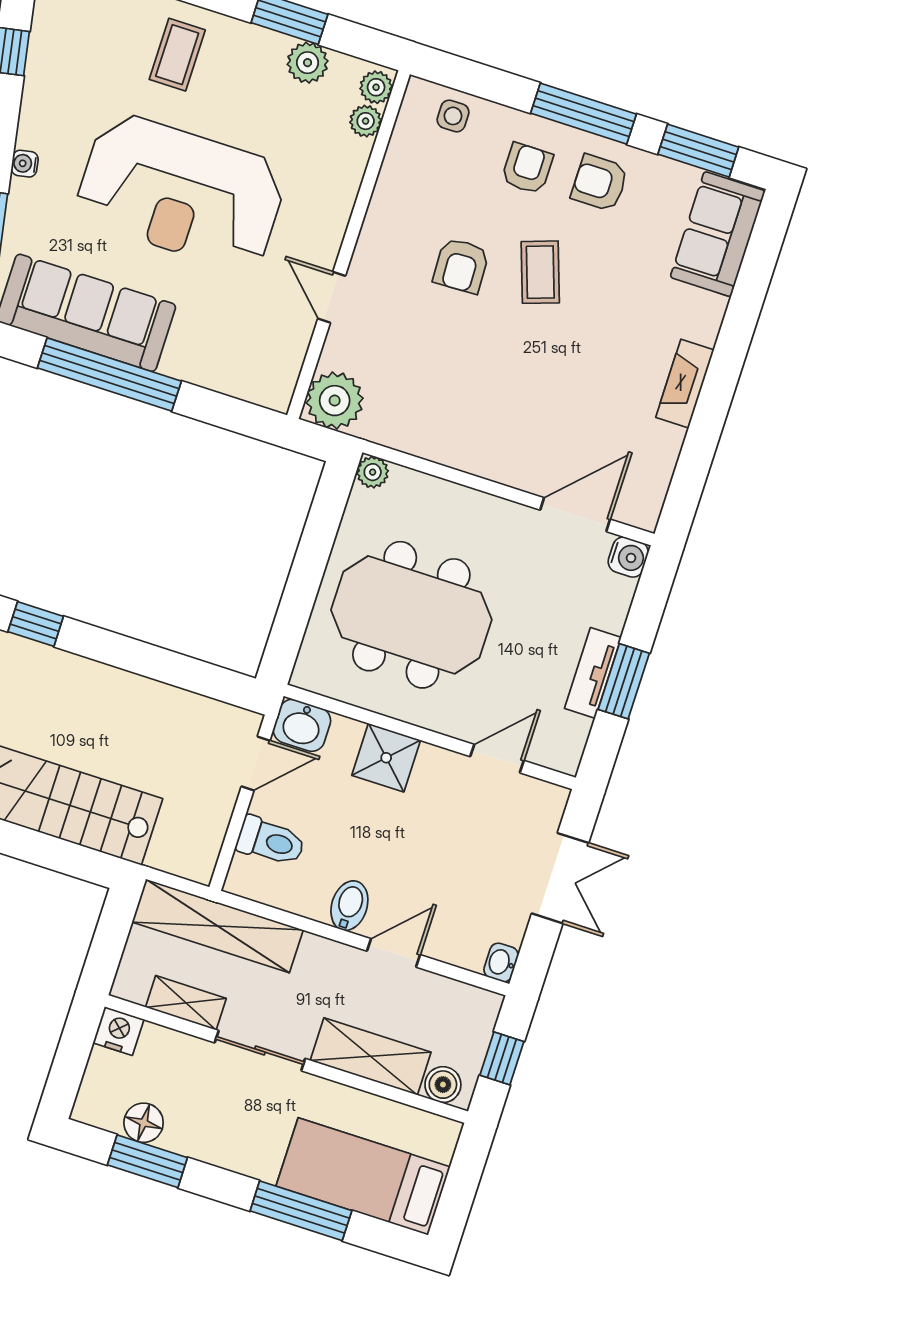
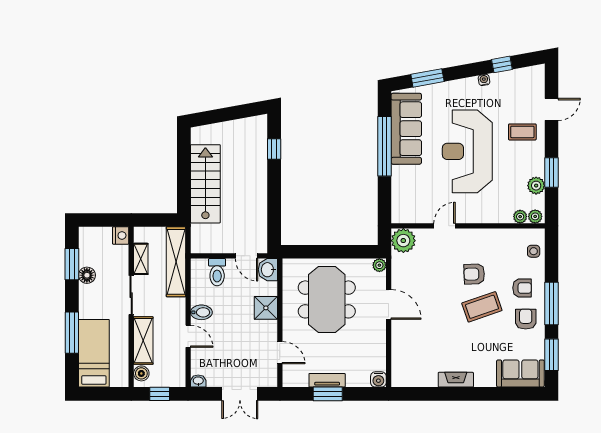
water cooler: (25, 164) -> (484, 80), moved
coffee table: (540, 272) -> (482, 307), width x1.36, depth x1.30
door: (575, 515) -> (389, 304), moved
floor lamp: (144, 1123) -> (87, 275), moved

